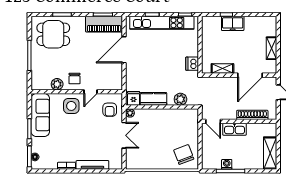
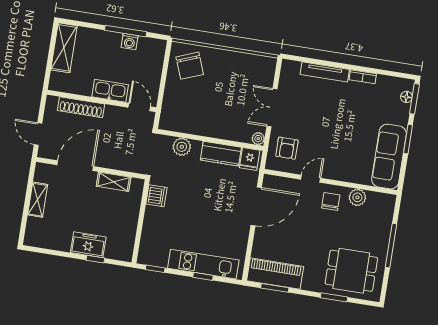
kitchen unit: (162, 23) -> (203, 264), width x0.73
door: (124, 50) -> (256, 206), moved
side table: (71, 106) -> (342, 162), removed
armchair: (110, 110) -> (287, 148), turned 180

